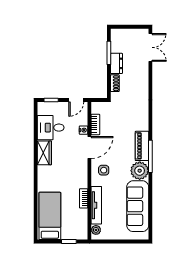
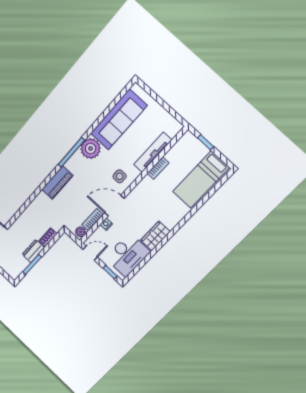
desk: (51, 128) -> (127, 255), width x1.37
piano: (142, 146) -> (57, 183), moved
plant: (96, 230) -> (80, 232), moved

